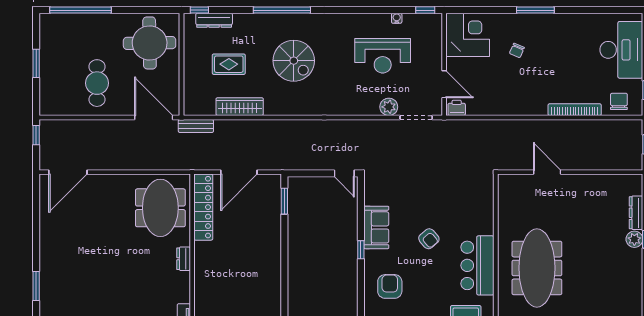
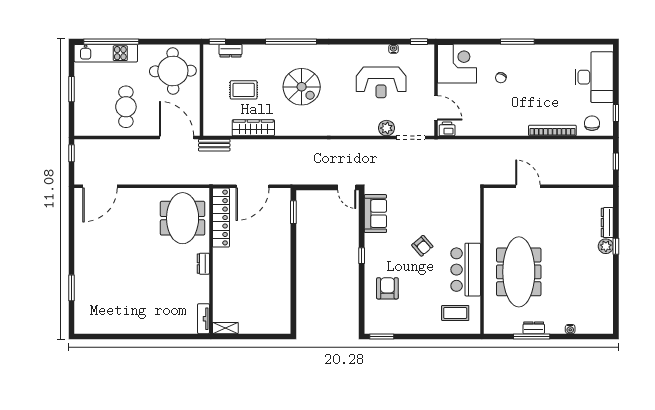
dresser: (214, 20) -> (231, 51), width x0.70
kitchen unit: (74, 23) -> (106, 53), added
sofa: (376, 227) -> (375, 214), moved

